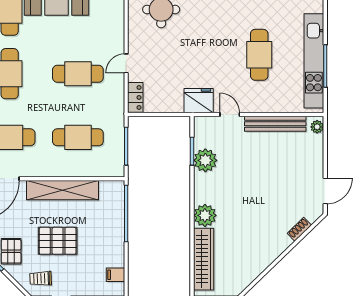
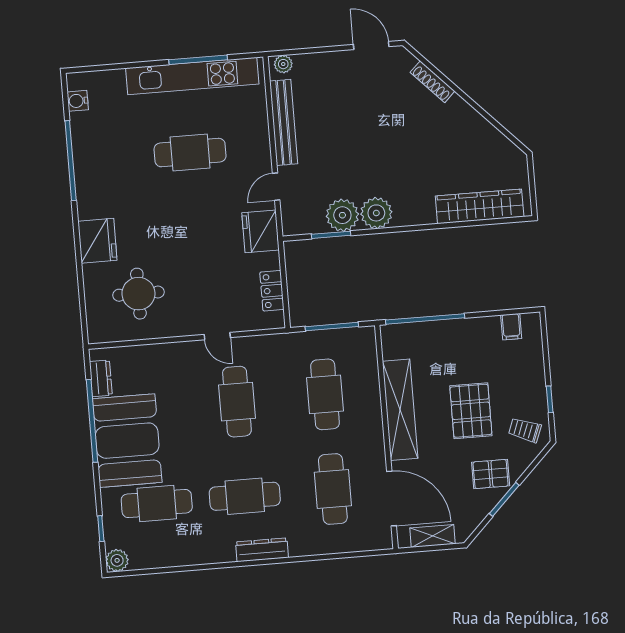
locker: (135, 97) -> (272, 291), moved, turned -90
plant: (205, 215) -> (376, 213), moved
shoe rack: (299, 229) -> (432, 82), width x1.43
trolley: (41, 278) -> (525, 430), turned 113

